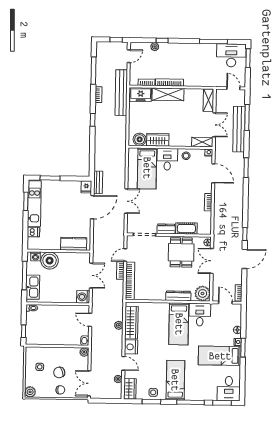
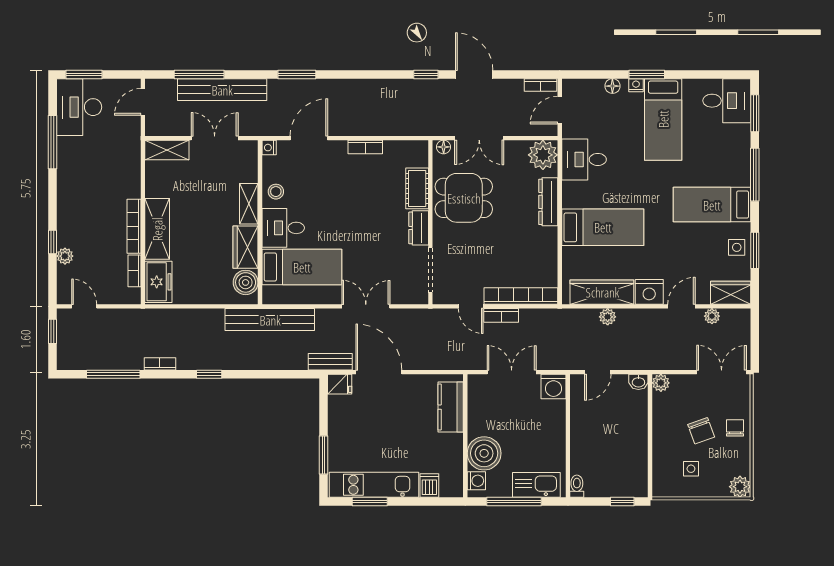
bench: (121, 93) -> (270, 320), moved
shelving: (202, 142) -> (249, 204), moved
bed: (179, 324) -> (603, 227), moved
double door: (89, 383) -> (722, 372), swing flipped

